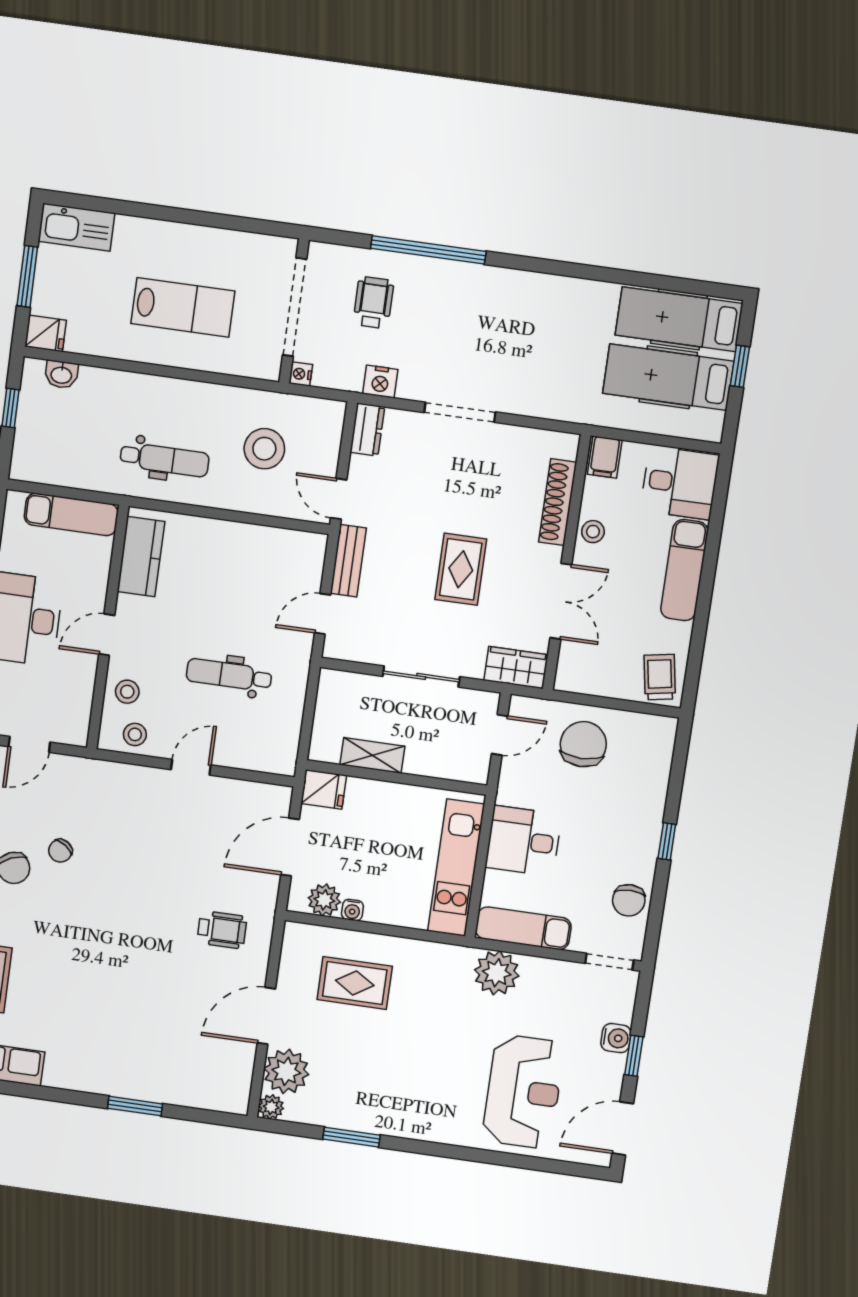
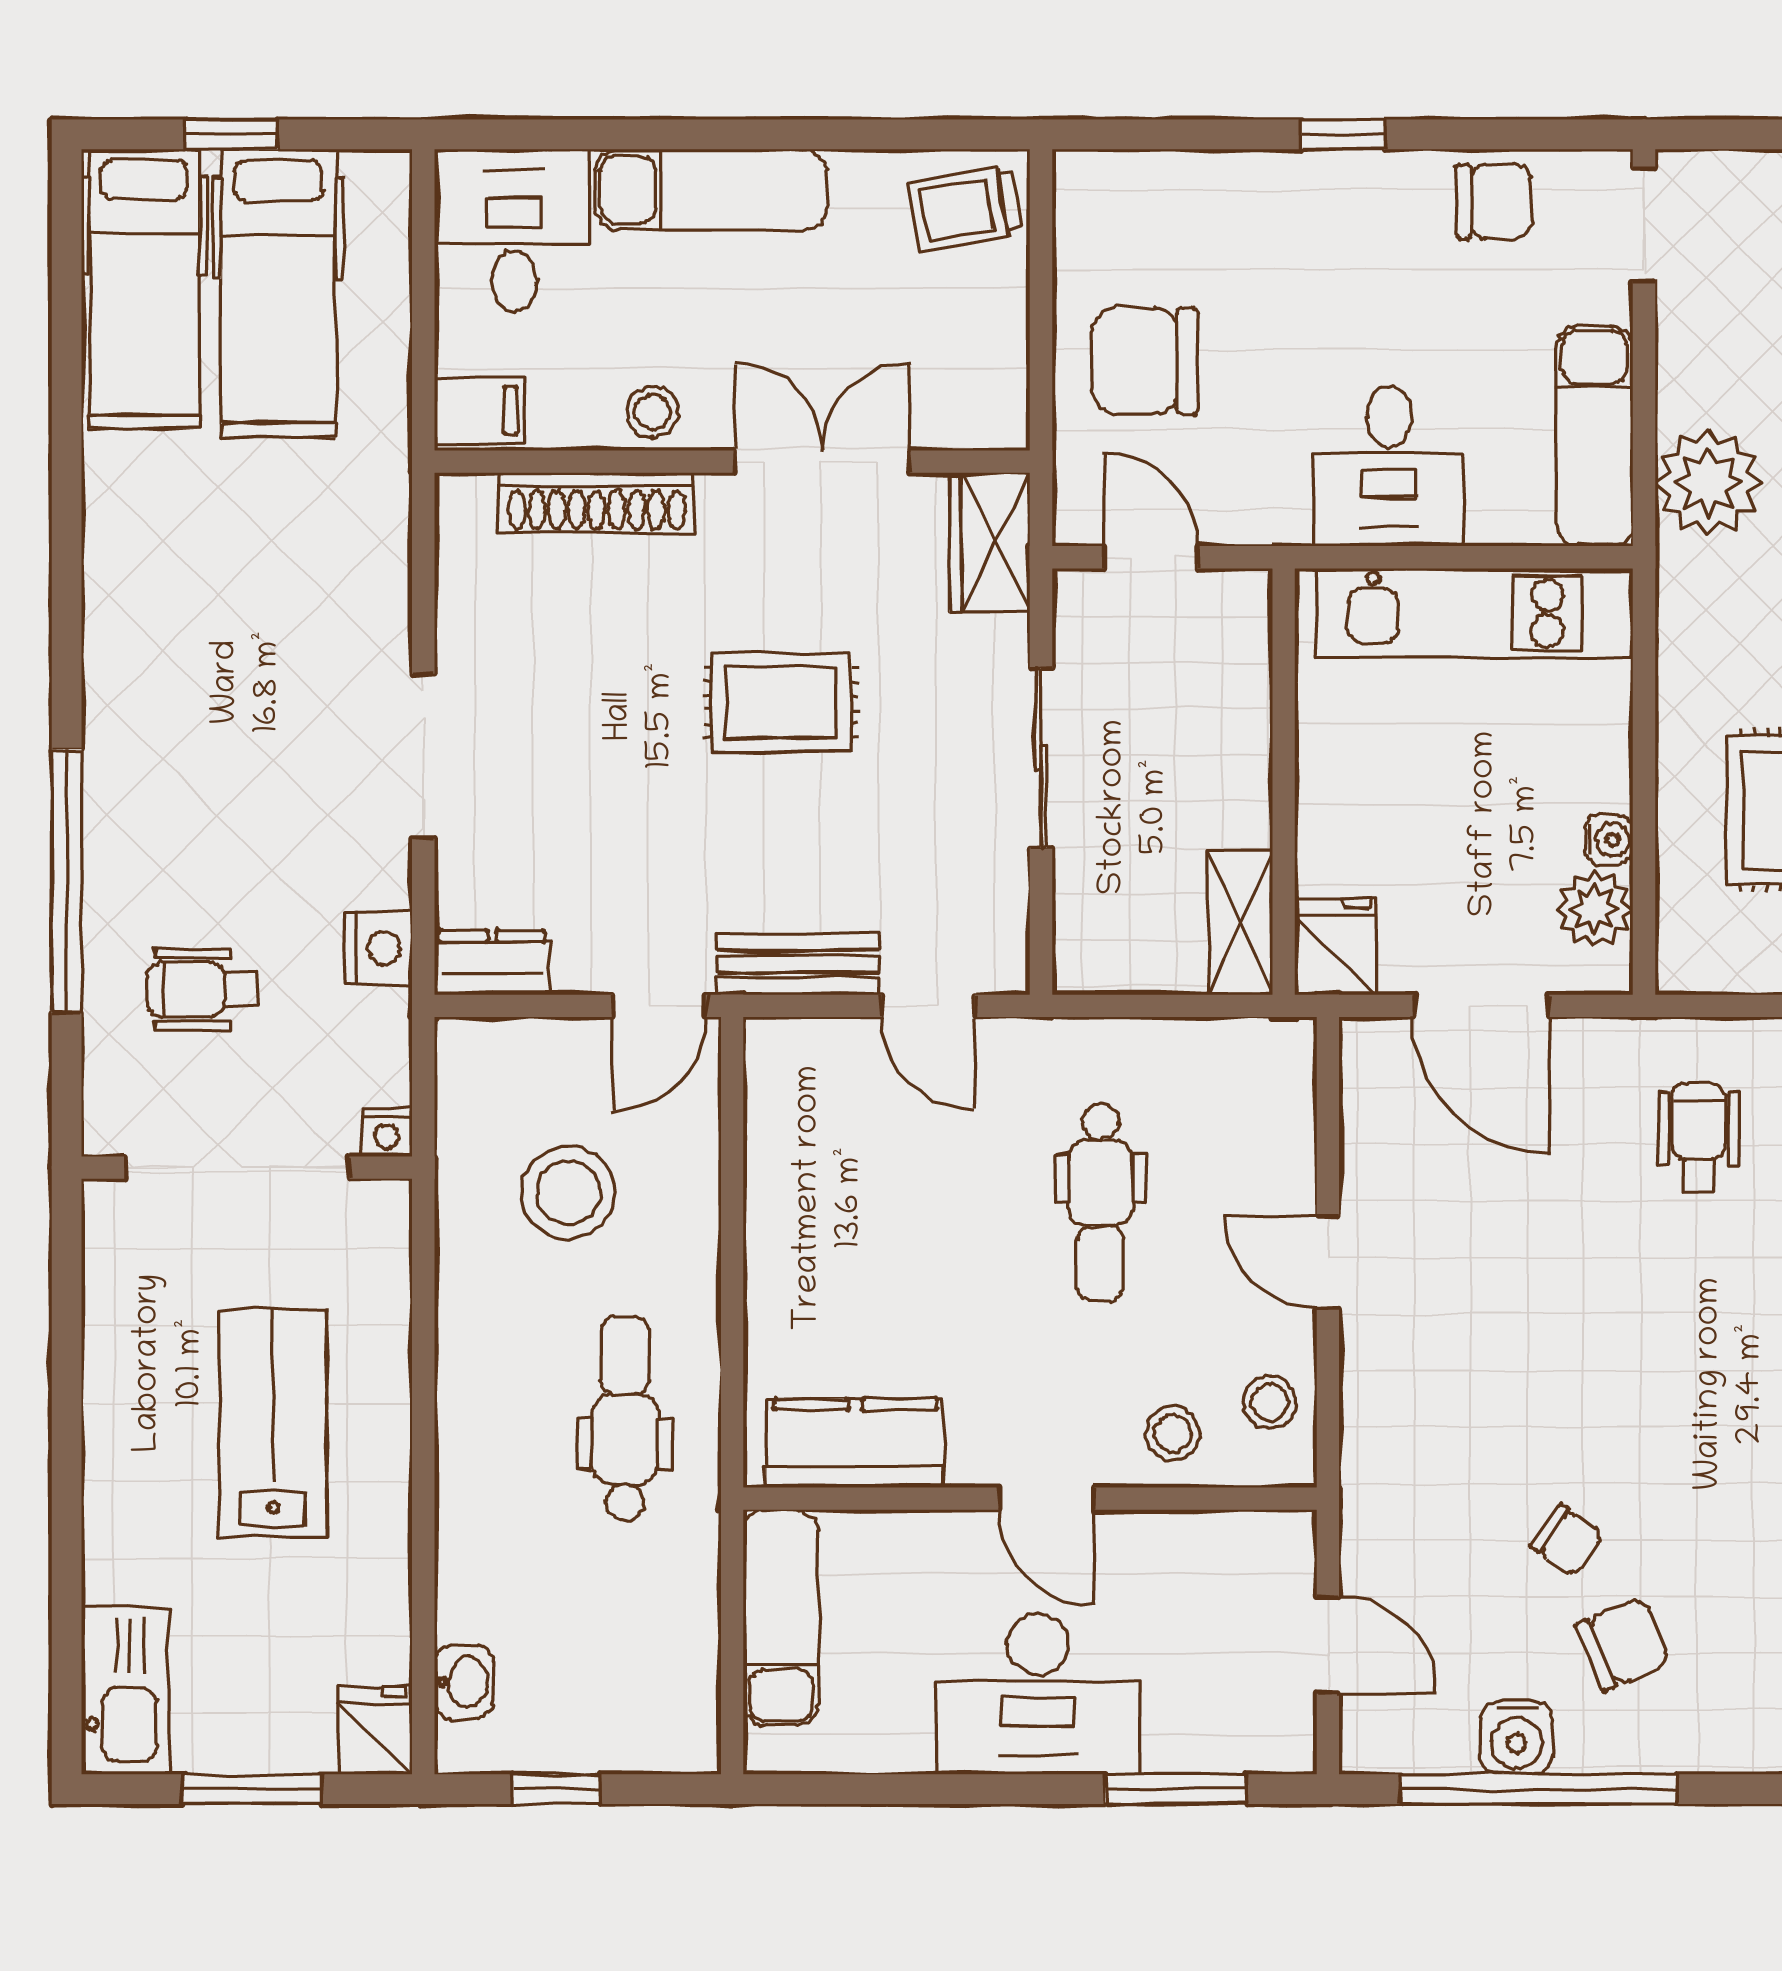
shelving: (372, 755) -> (1240, 923), moved

